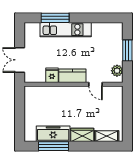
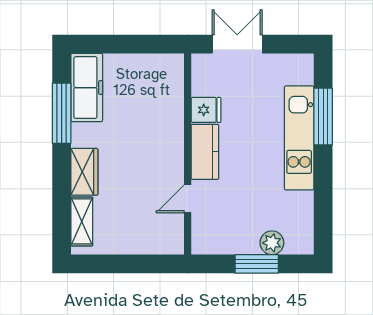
plant: (117, 71) -> (272, 243), moved
freezer: (53, 134) -> (87, 88), moved

